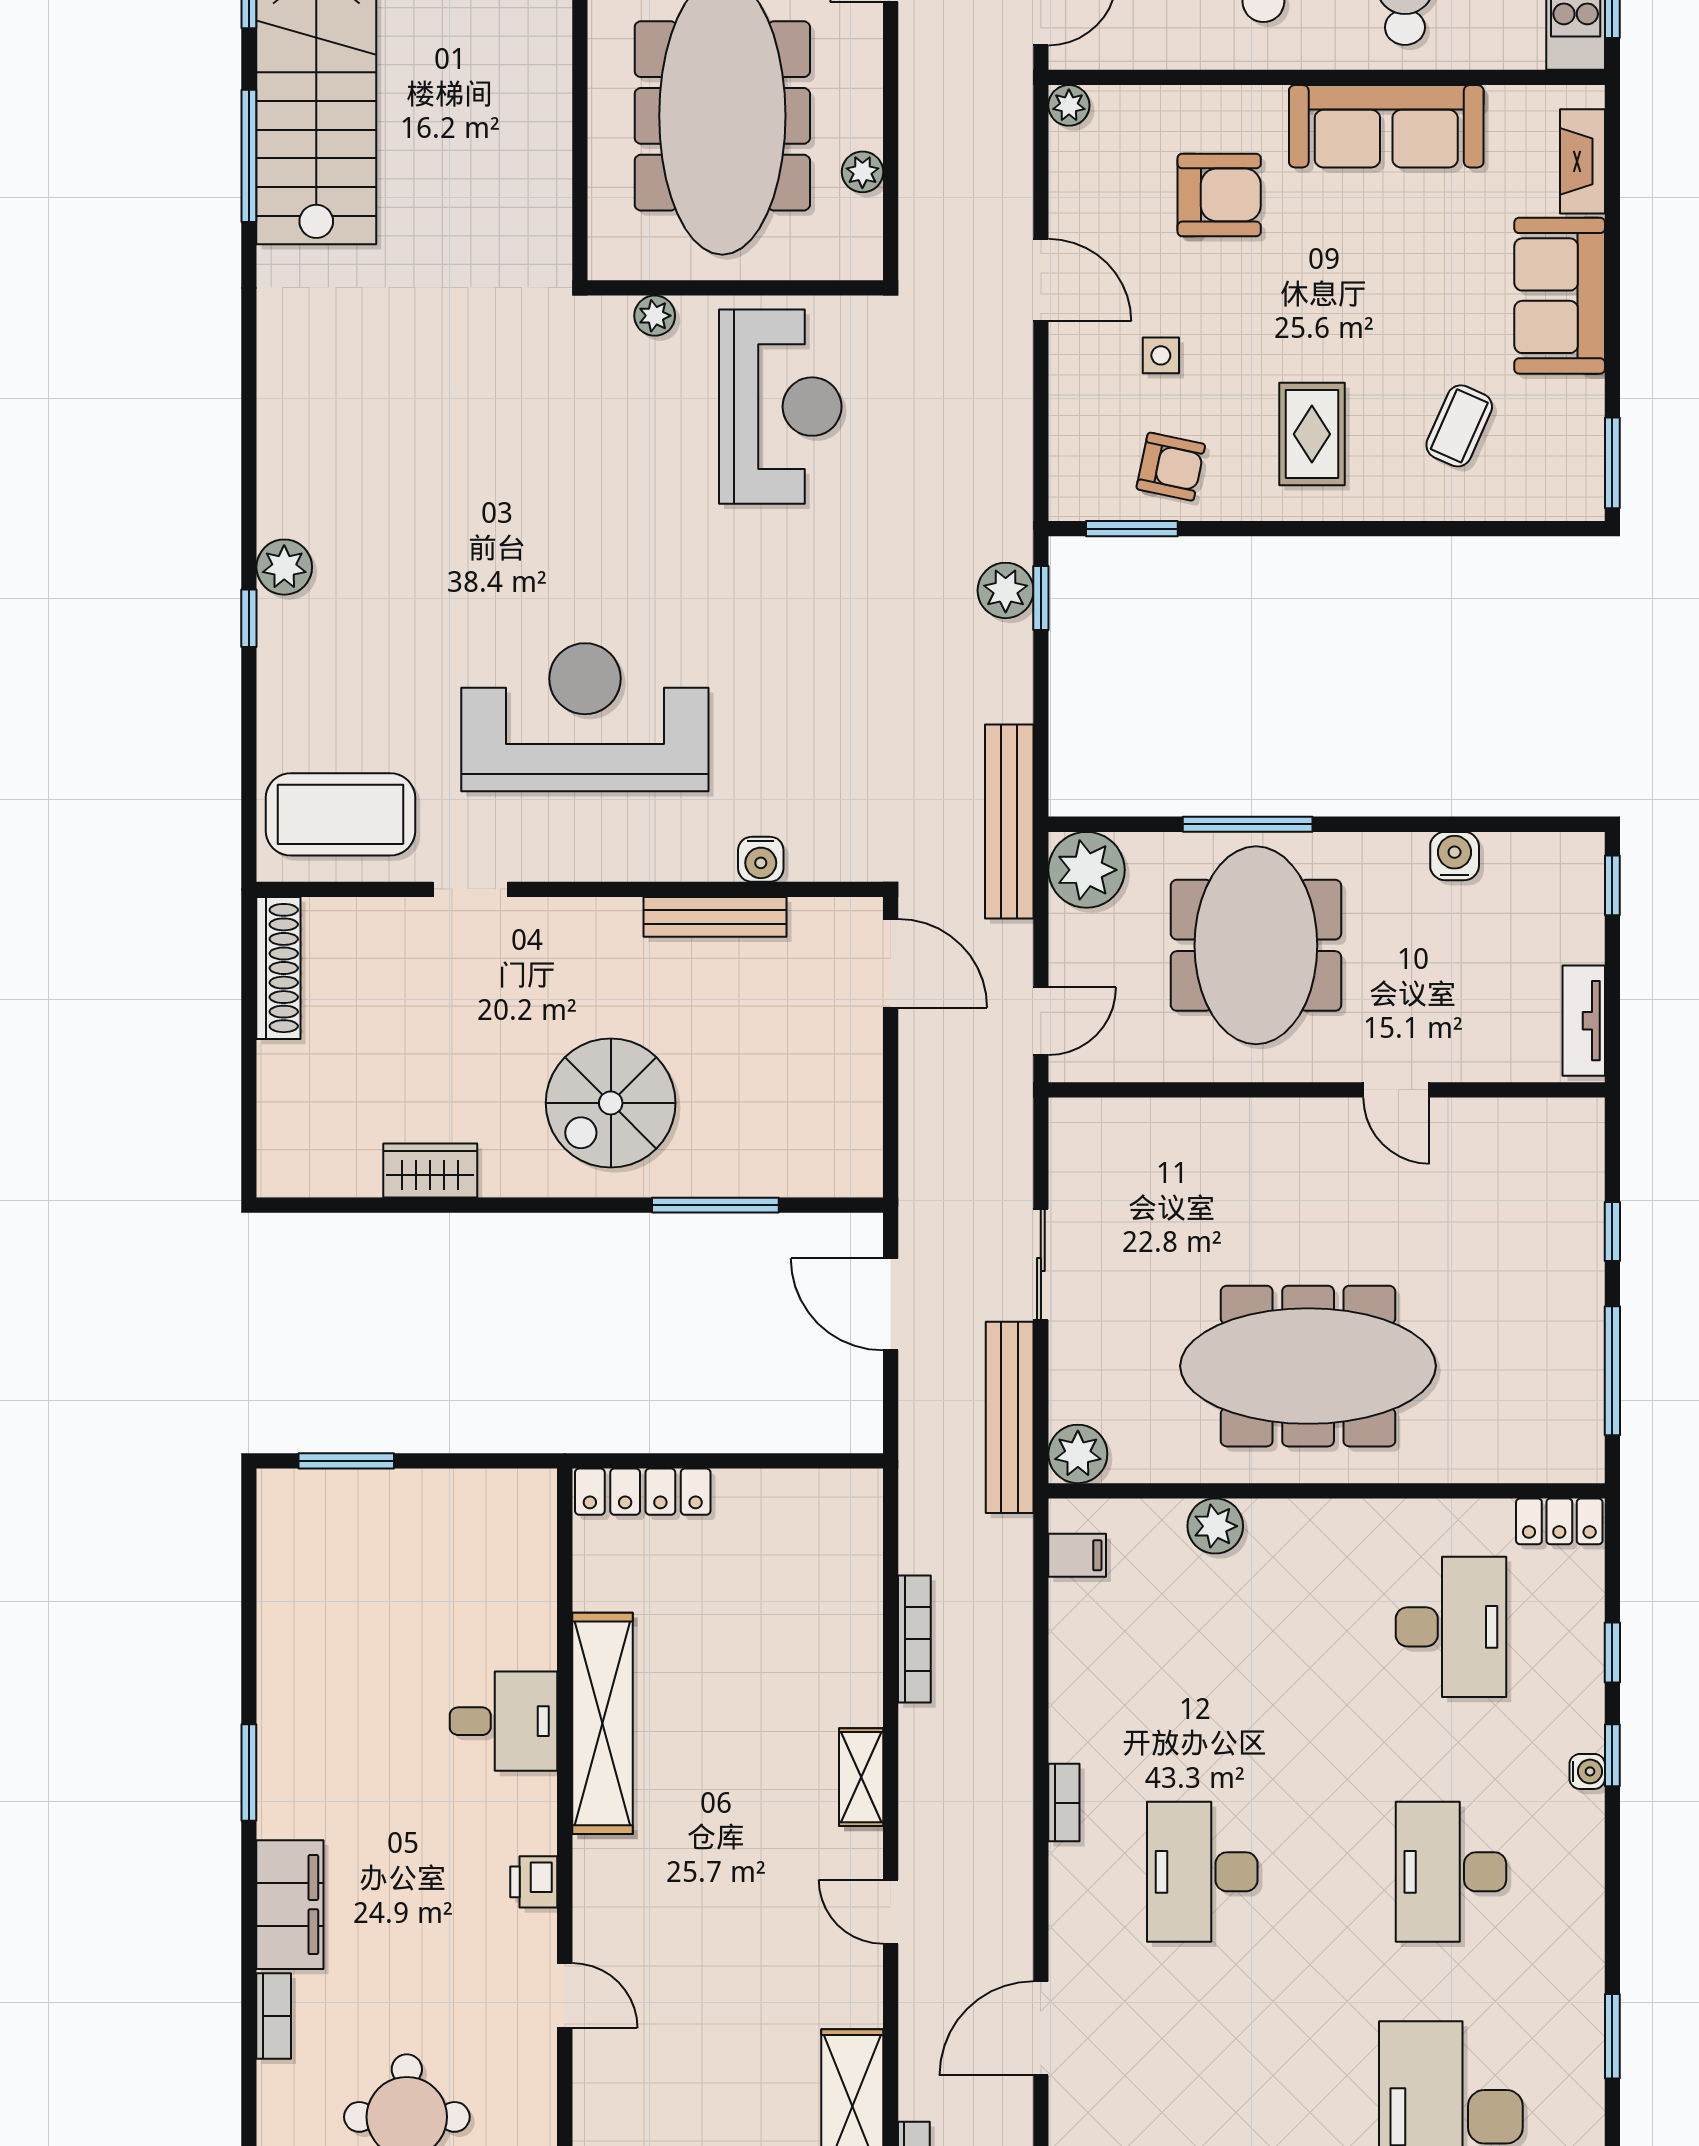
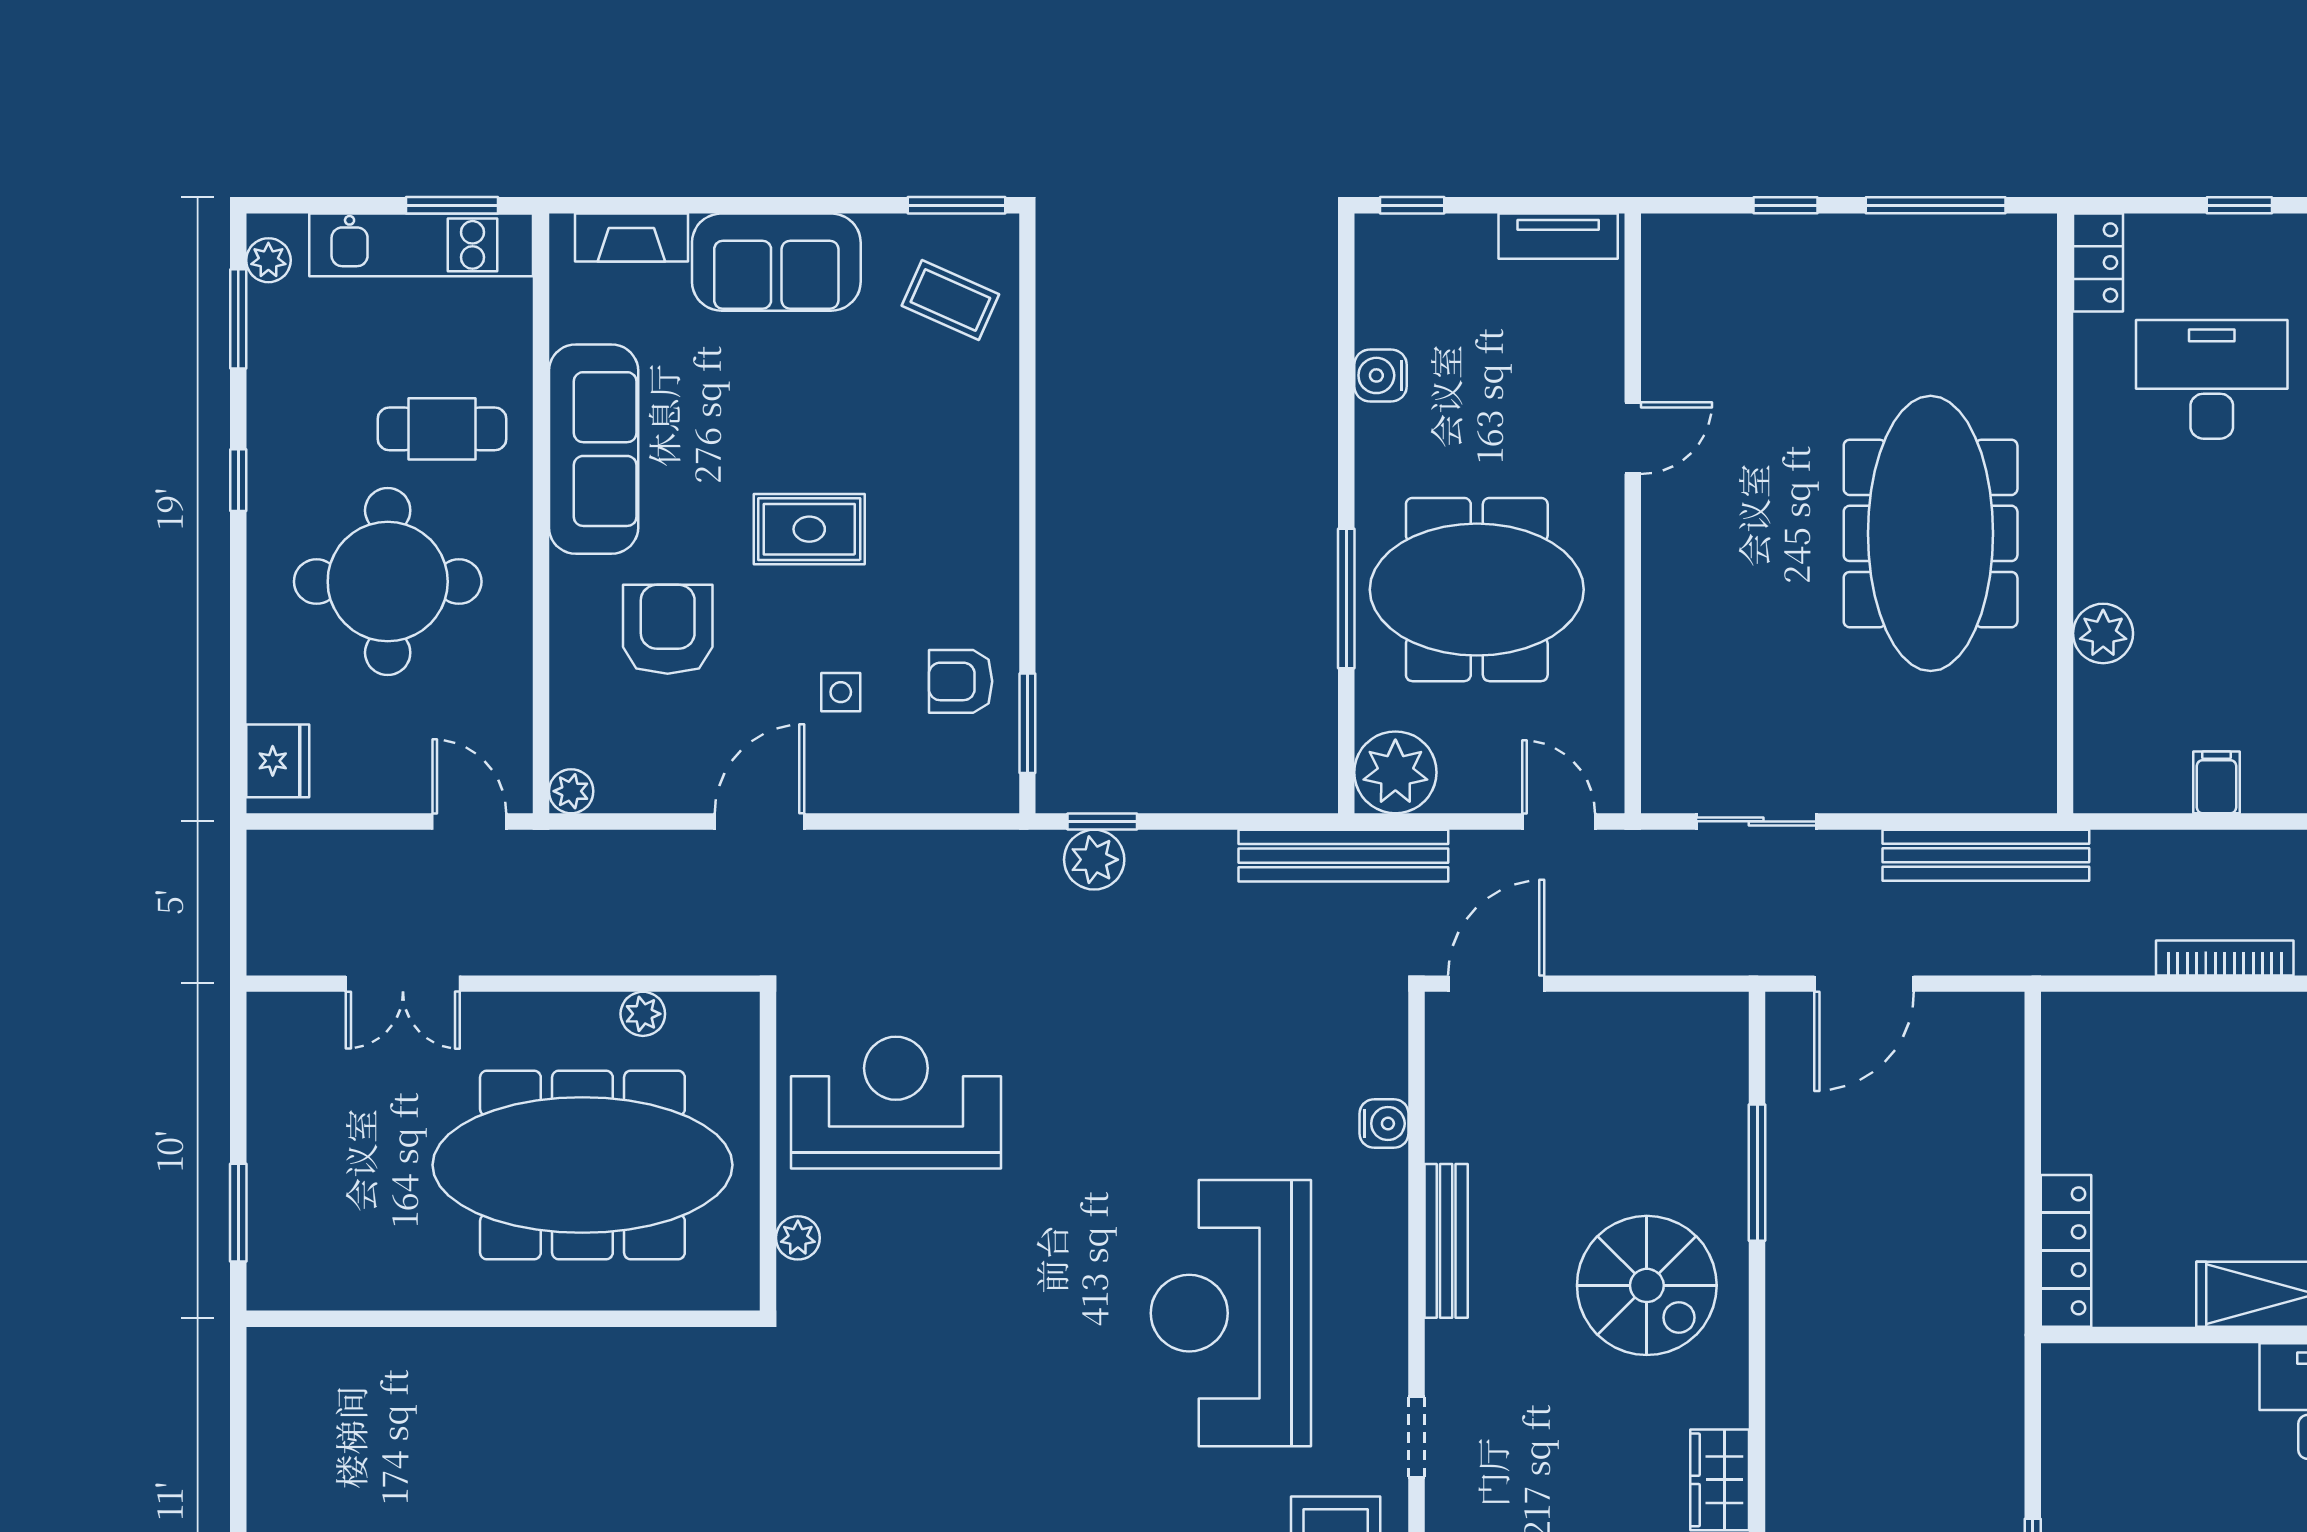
coffee table: (1459, 426) -> (950, 300), moved
rug: (1312, 434) -> (809, 529), moved
armchair: (1171, 467) -> (961, 681), turned -102
bench: (715, 917) -> (1446, 1241), moved
sliding door: (1041, 1265) -> (1756, 821), moved
plant: (1078, 1454) -> (2025, 782), removed
filing cabinet: (1077, 1555) -> (2217, 782), moved

